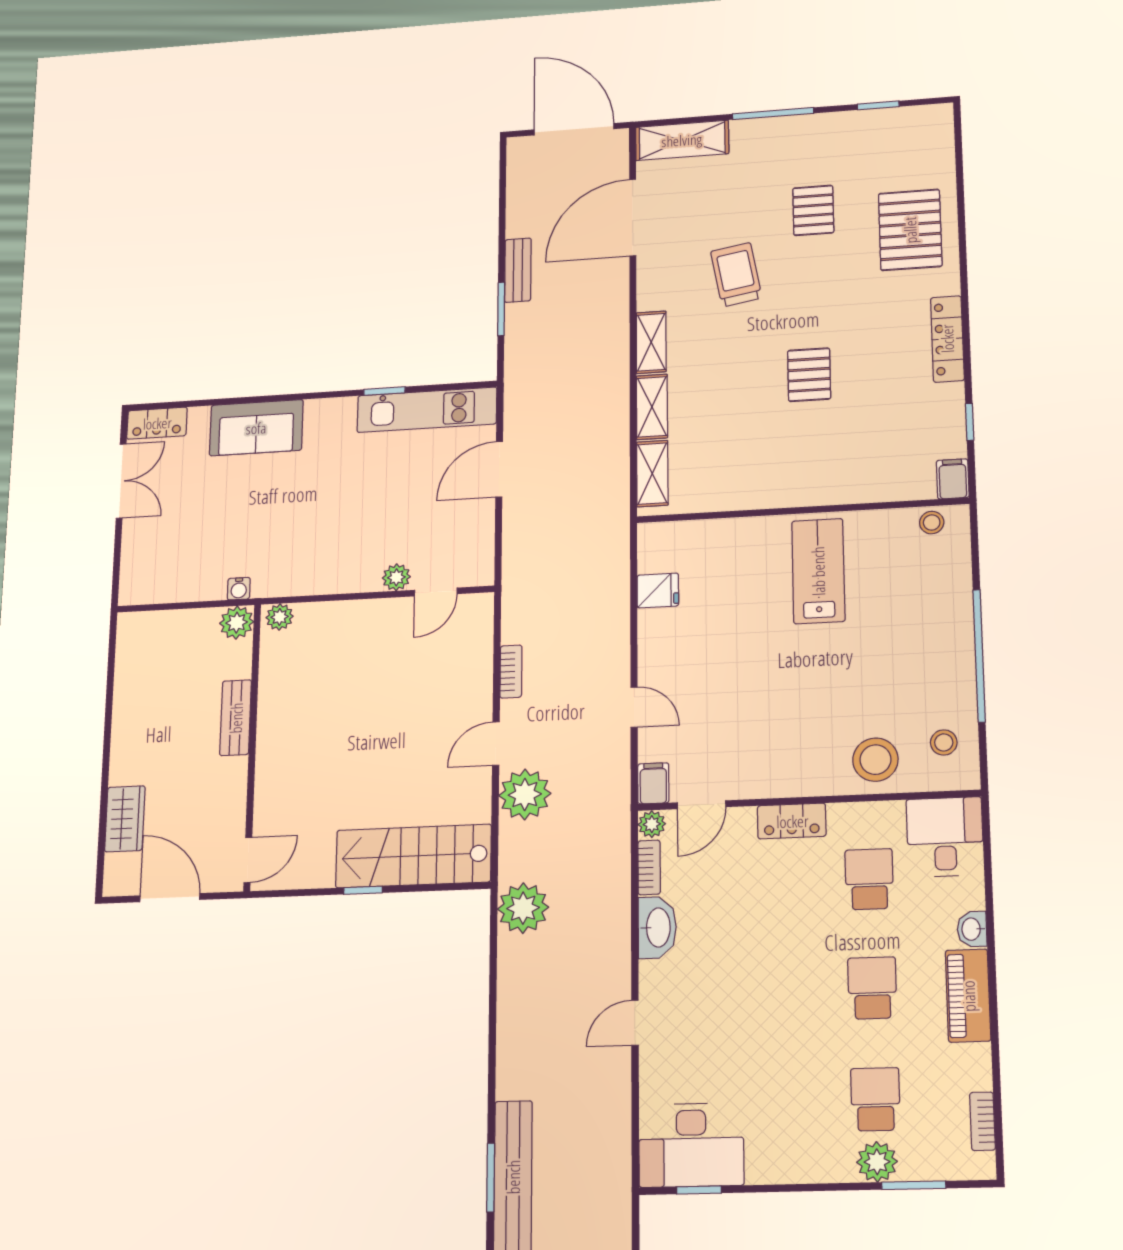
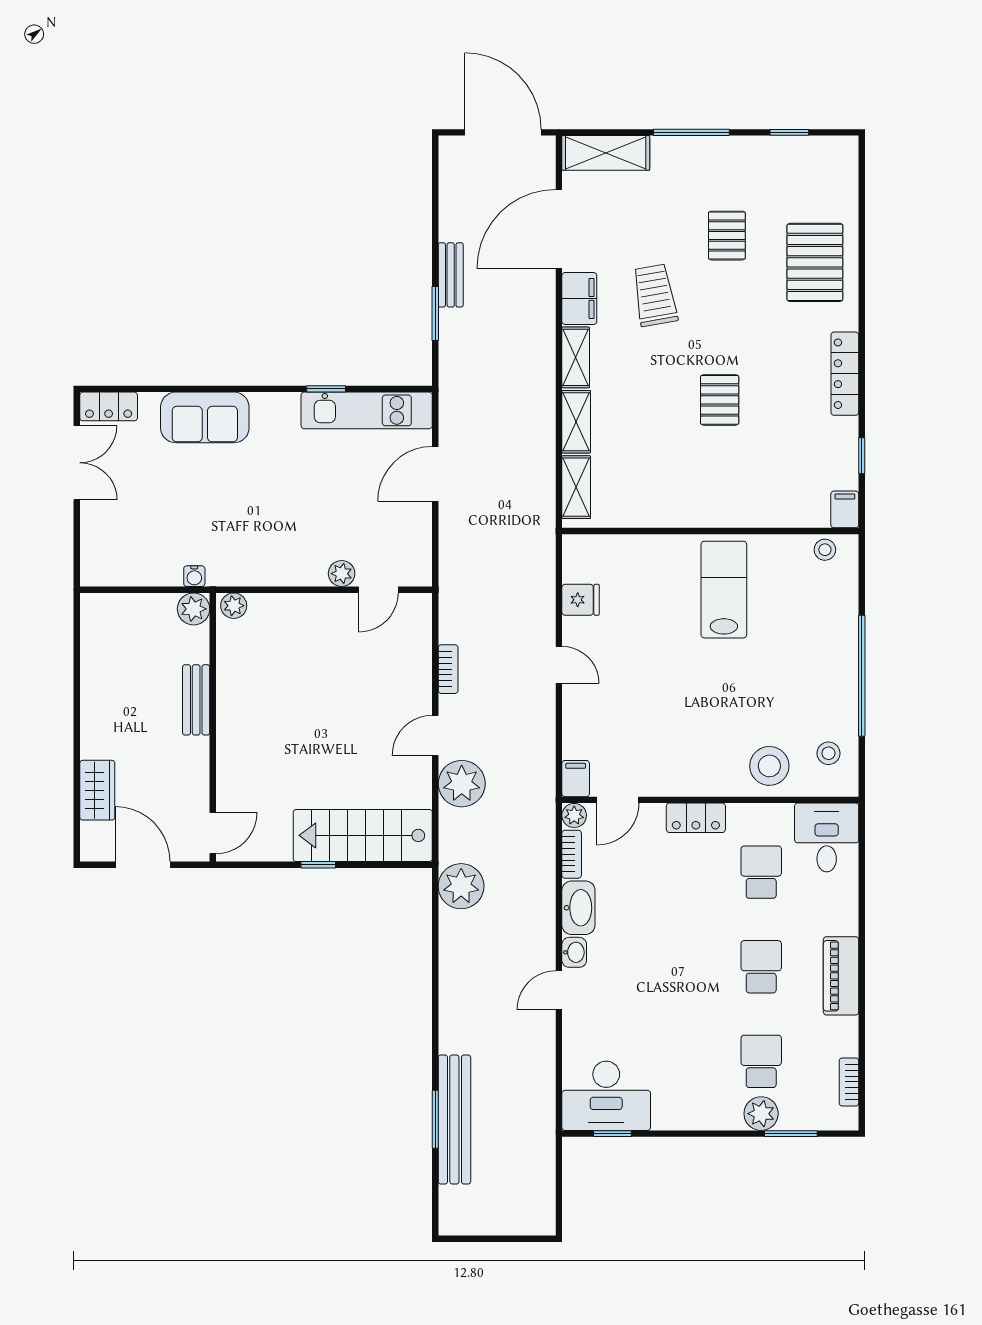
filing cabinet: (655, 284) -> (579, 298), added
door: (634, 707) -> (559, 665), moved
washbasin: (972, 929) -> (574, 952), moved, turned 180

